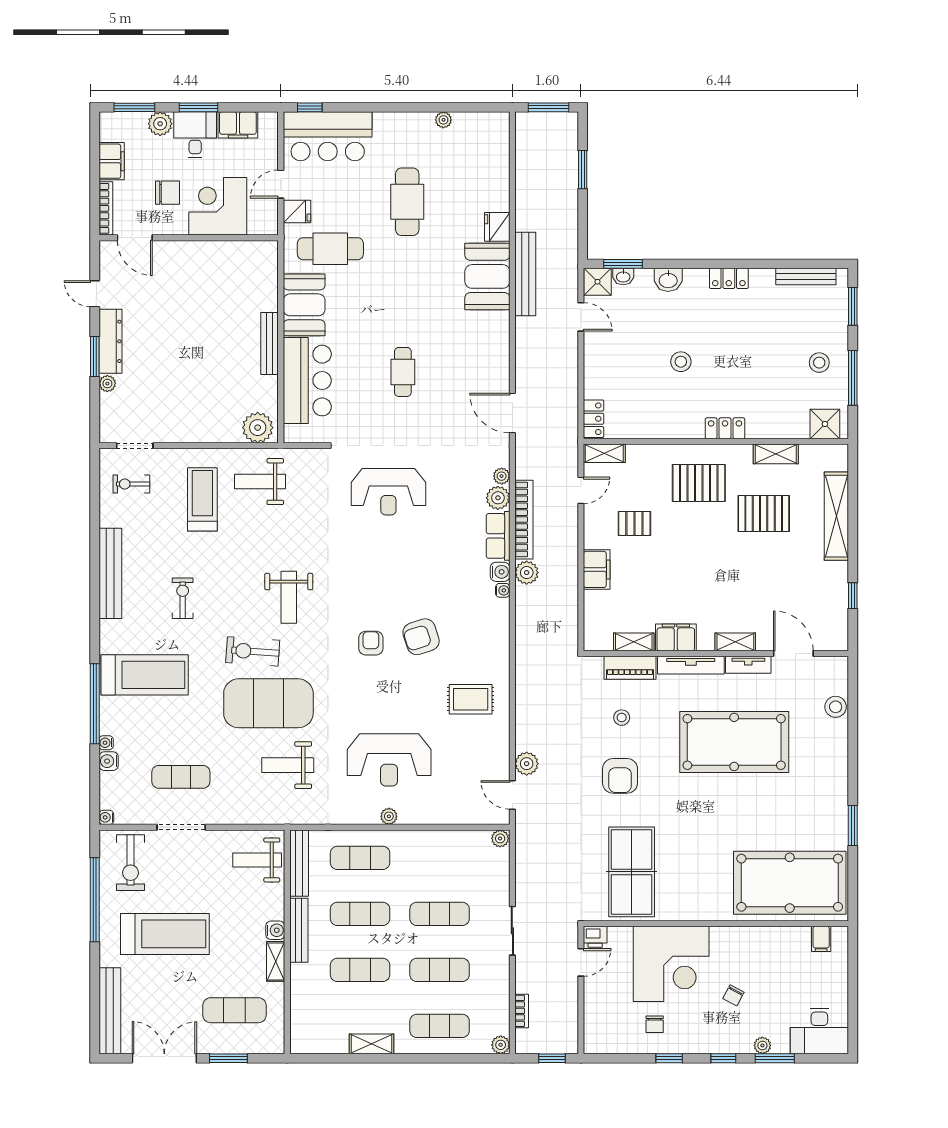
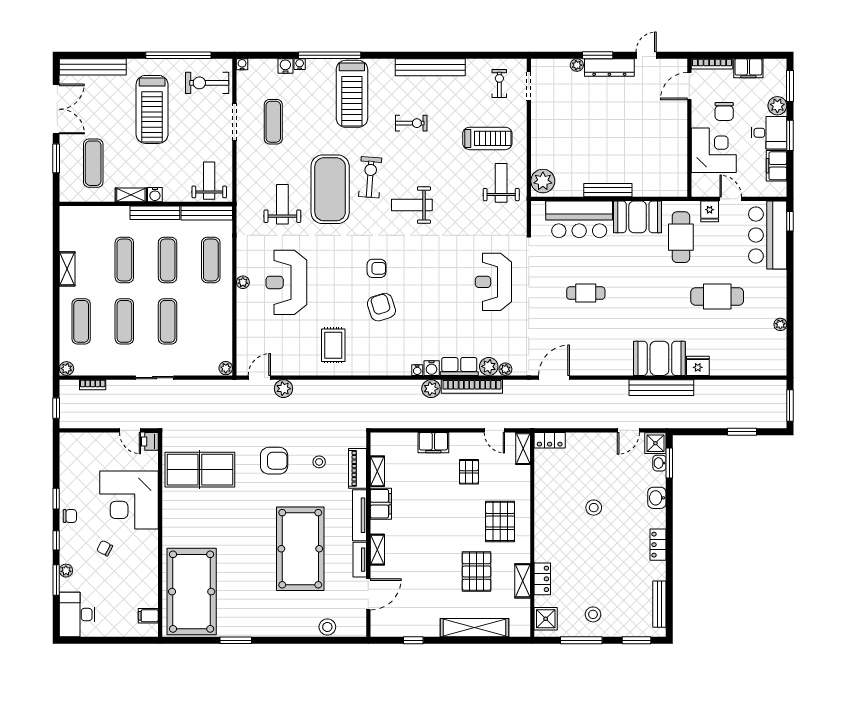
locker: (725, 428) -> (542, 579), moved
armchair: (620, 776) -> (274, 461), turned 180
chair: (655, 1024) -> (70, 516), moved, turned 180

